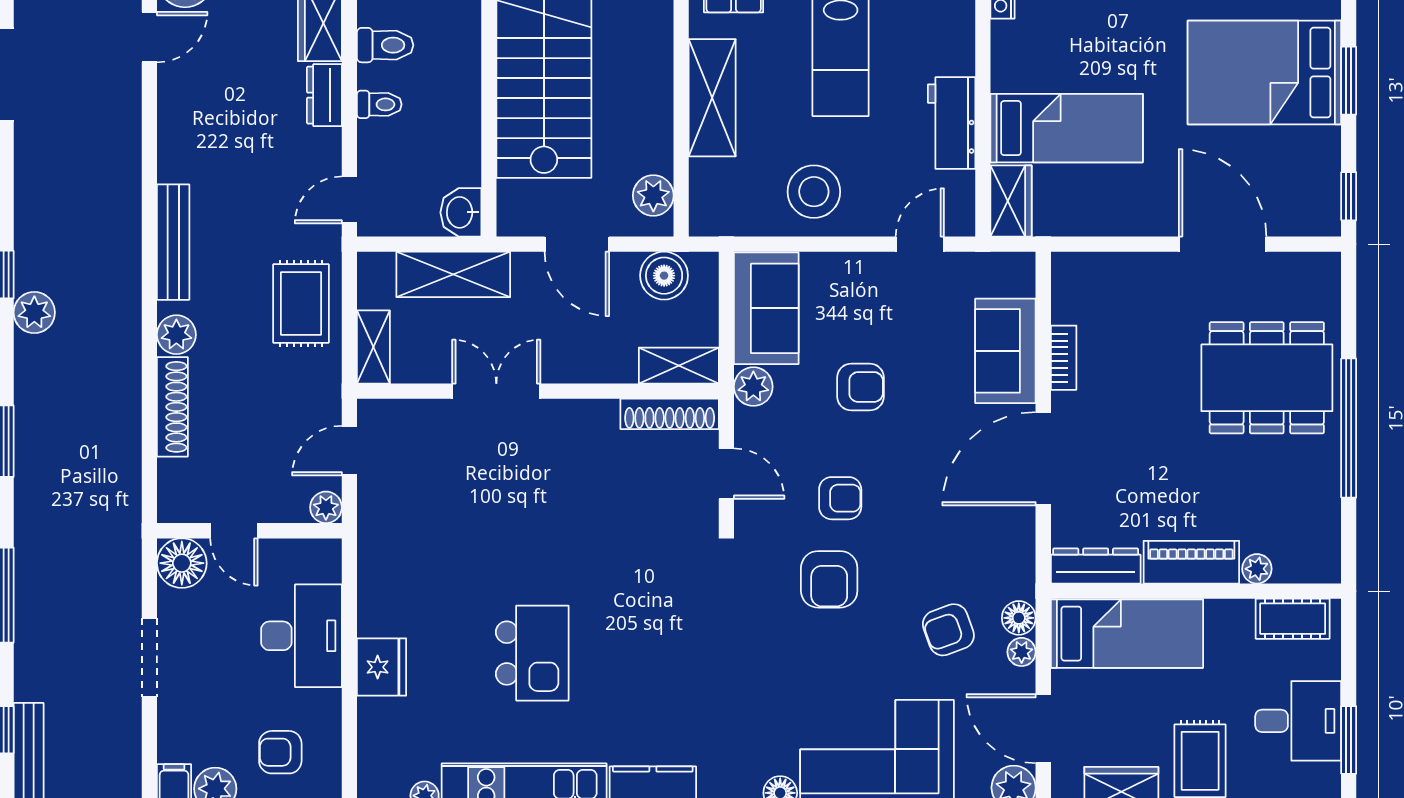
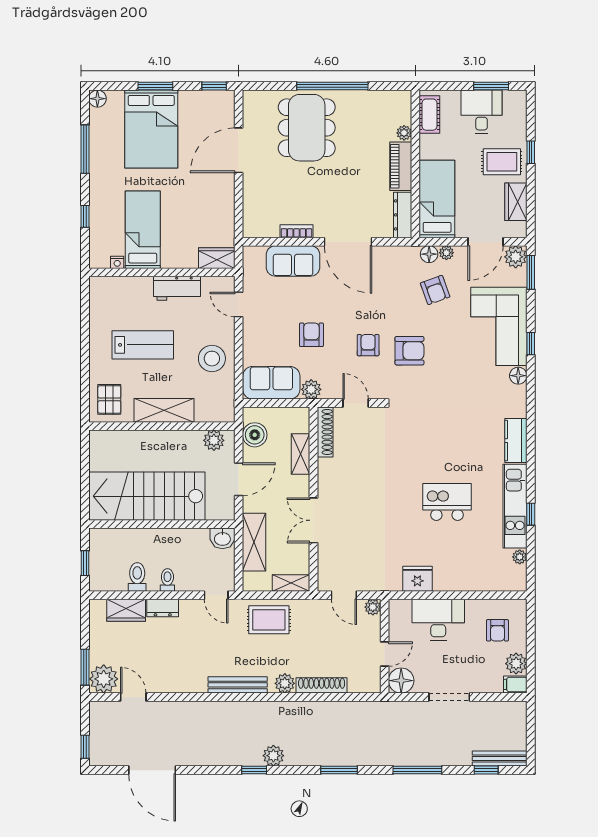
bed: (1067, 128) -> (143, 230), moved
shelving: (679, 366) -> (301, 454), moved
door: (726, 474) -> (356, 403), hinge flipped
fridge: (382, 667) -> (417, 579), moved

